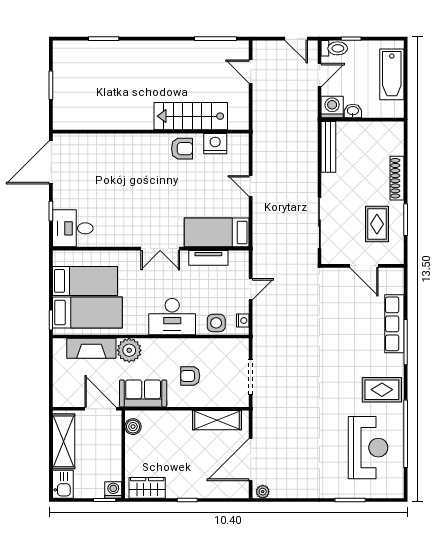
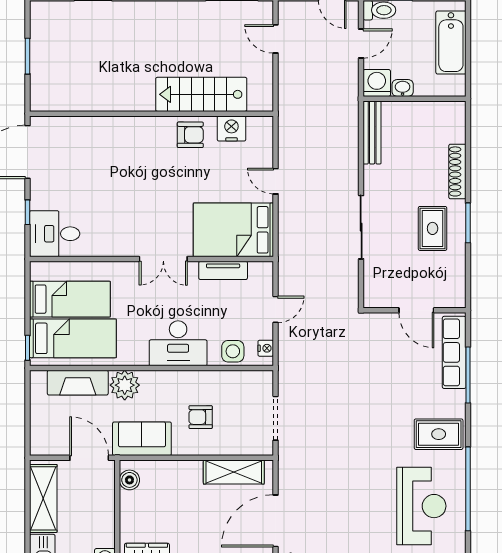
bed: (217, 232) -> (233, 230), width x1.50
wall: (363, 266) -> (415, 310), moved
door: (364, 266) -> (416, 310), moved

